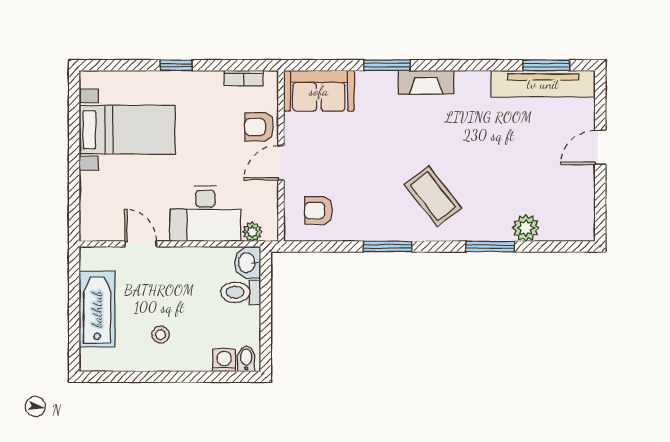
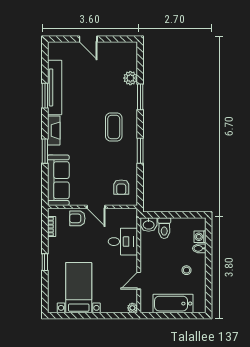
window: (546, 65) -> (45, 96), moved
tv unit: (543, 84) -> (55, 87), moved
sofa: (319, 91) -> (58, 180), width x1.36
armchair: (259, 127) -> (77, 218), turned 90
coffee table: (433, 196) -> (114, 127), turned -52
desk: (205, 214) -> (123, 242), width x0.73
plant: (252, 232) -> (132, 308), moved
bidet: (246, 359) -> (199, 248), moved

